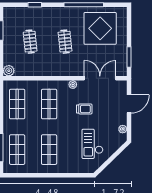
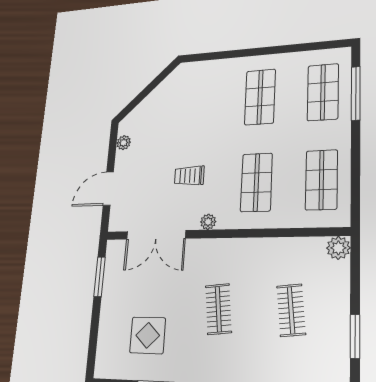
display table: (100, 28) -> (148, 335), width x0.54, depth x0.54
checkout: (92, 144) -> (179, 113), removed

